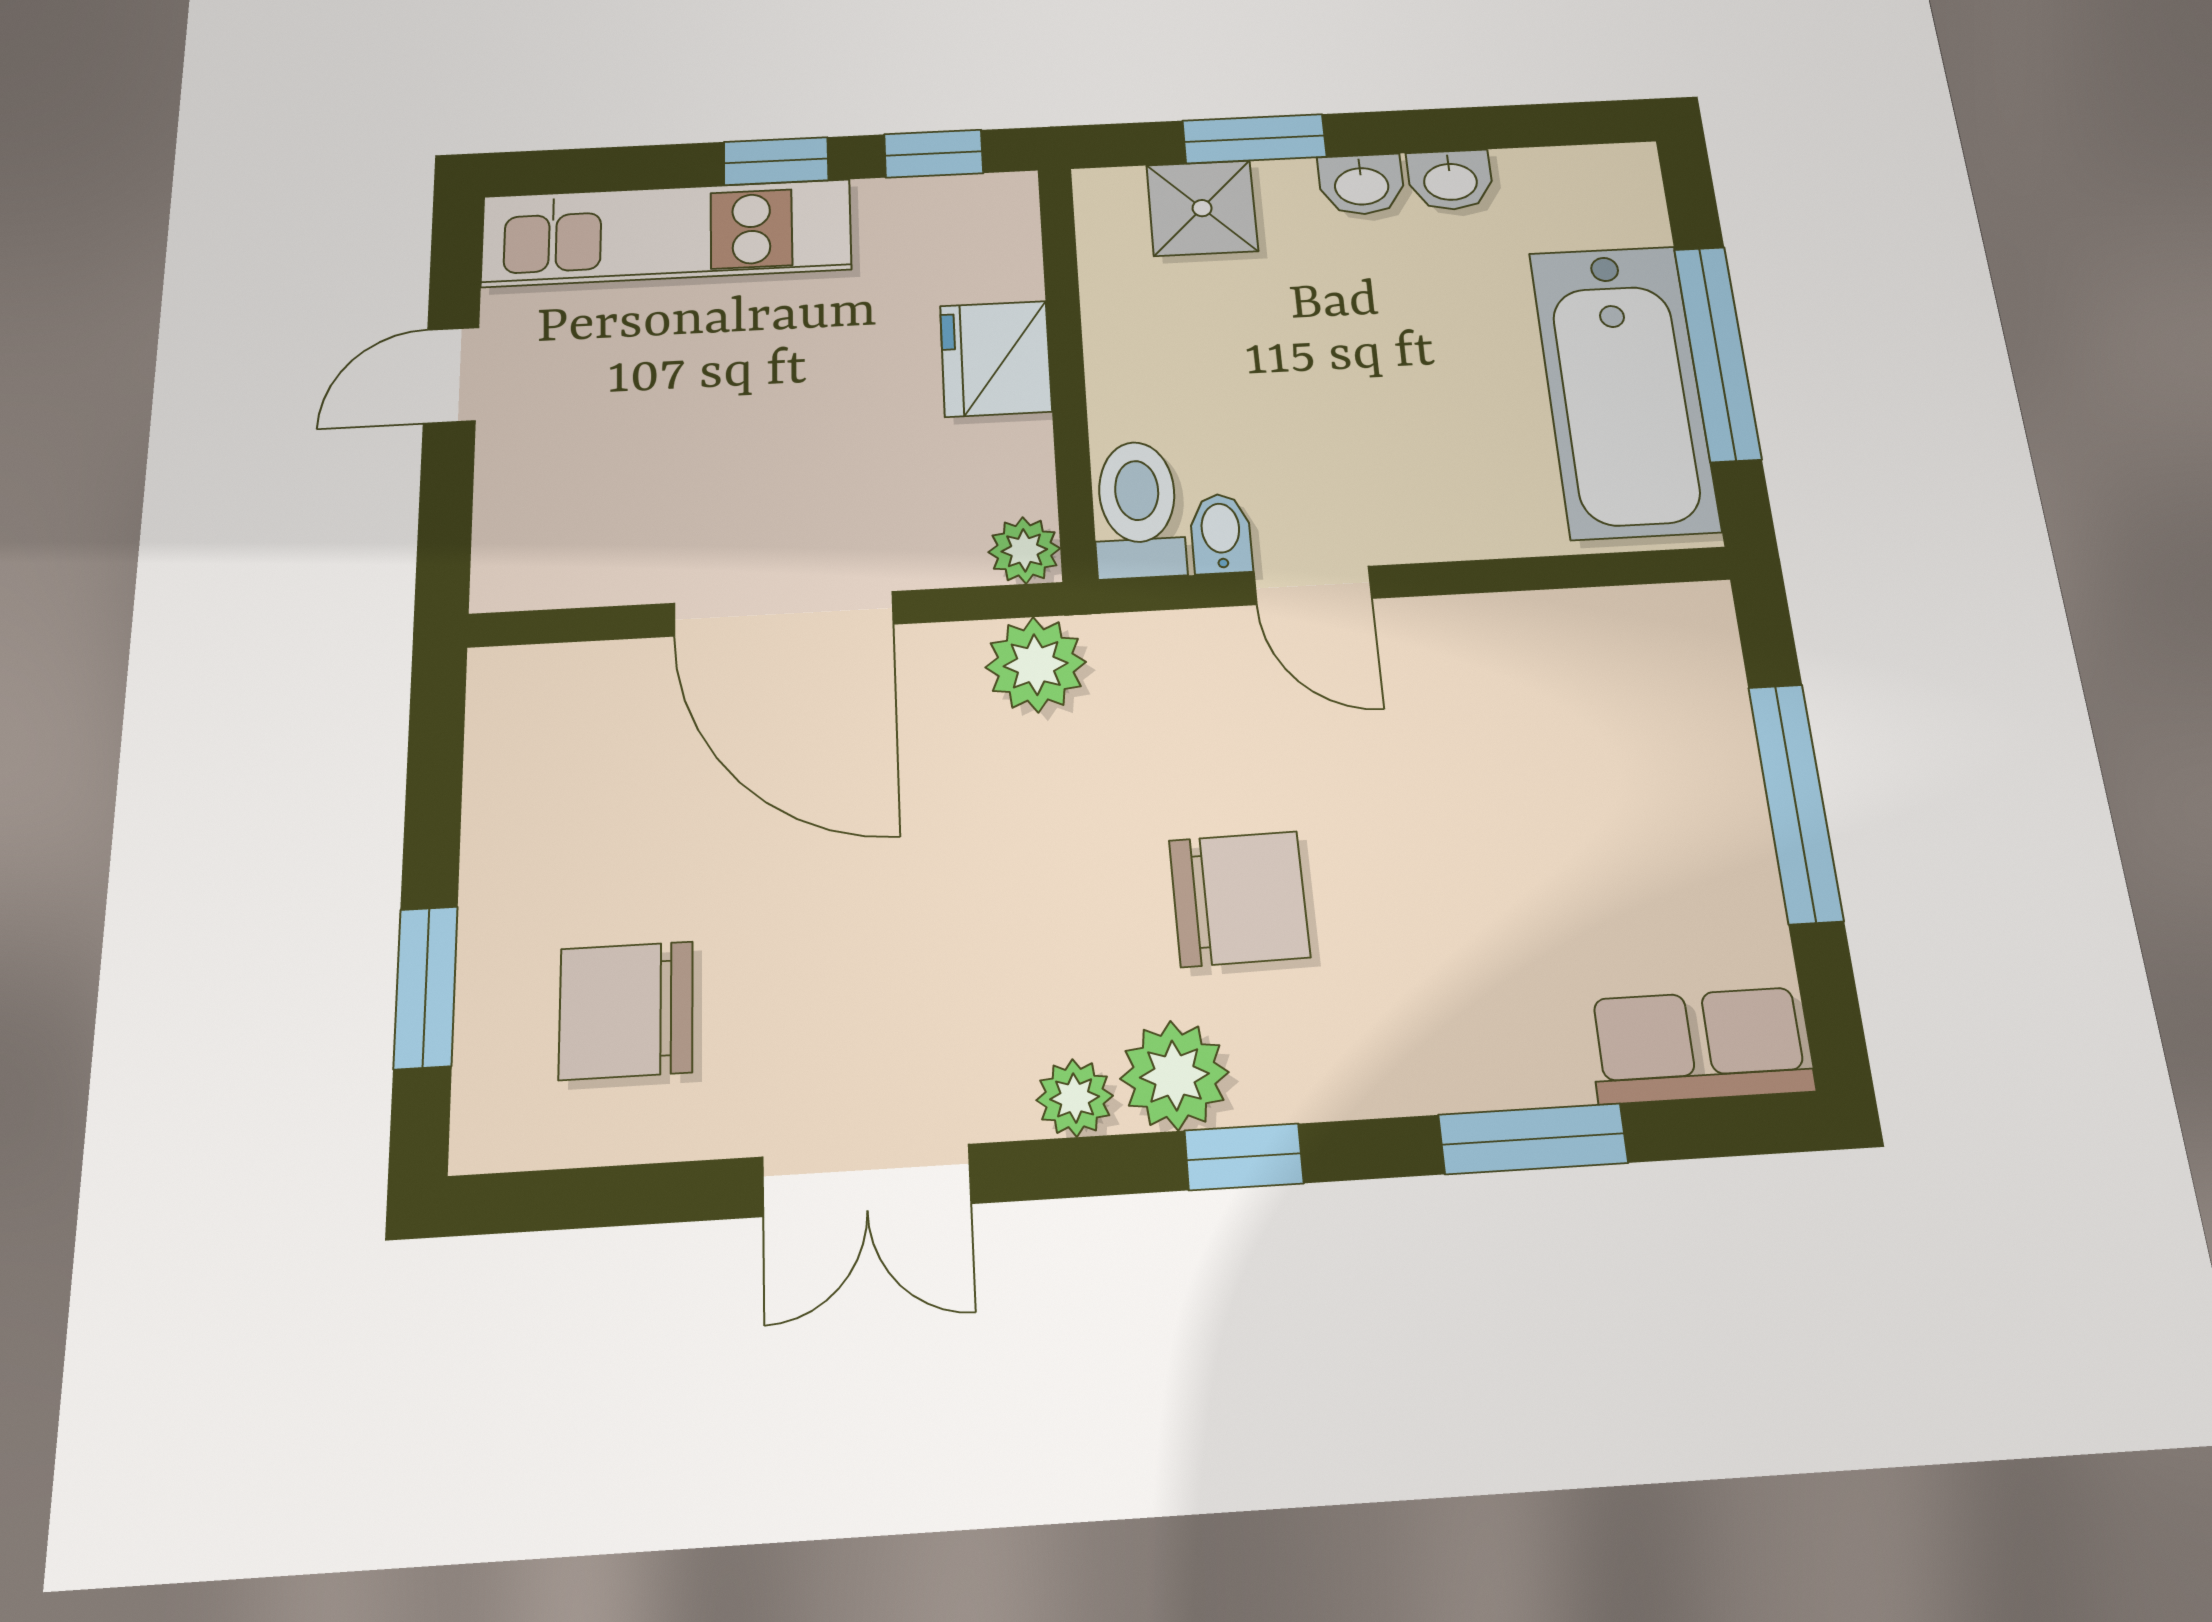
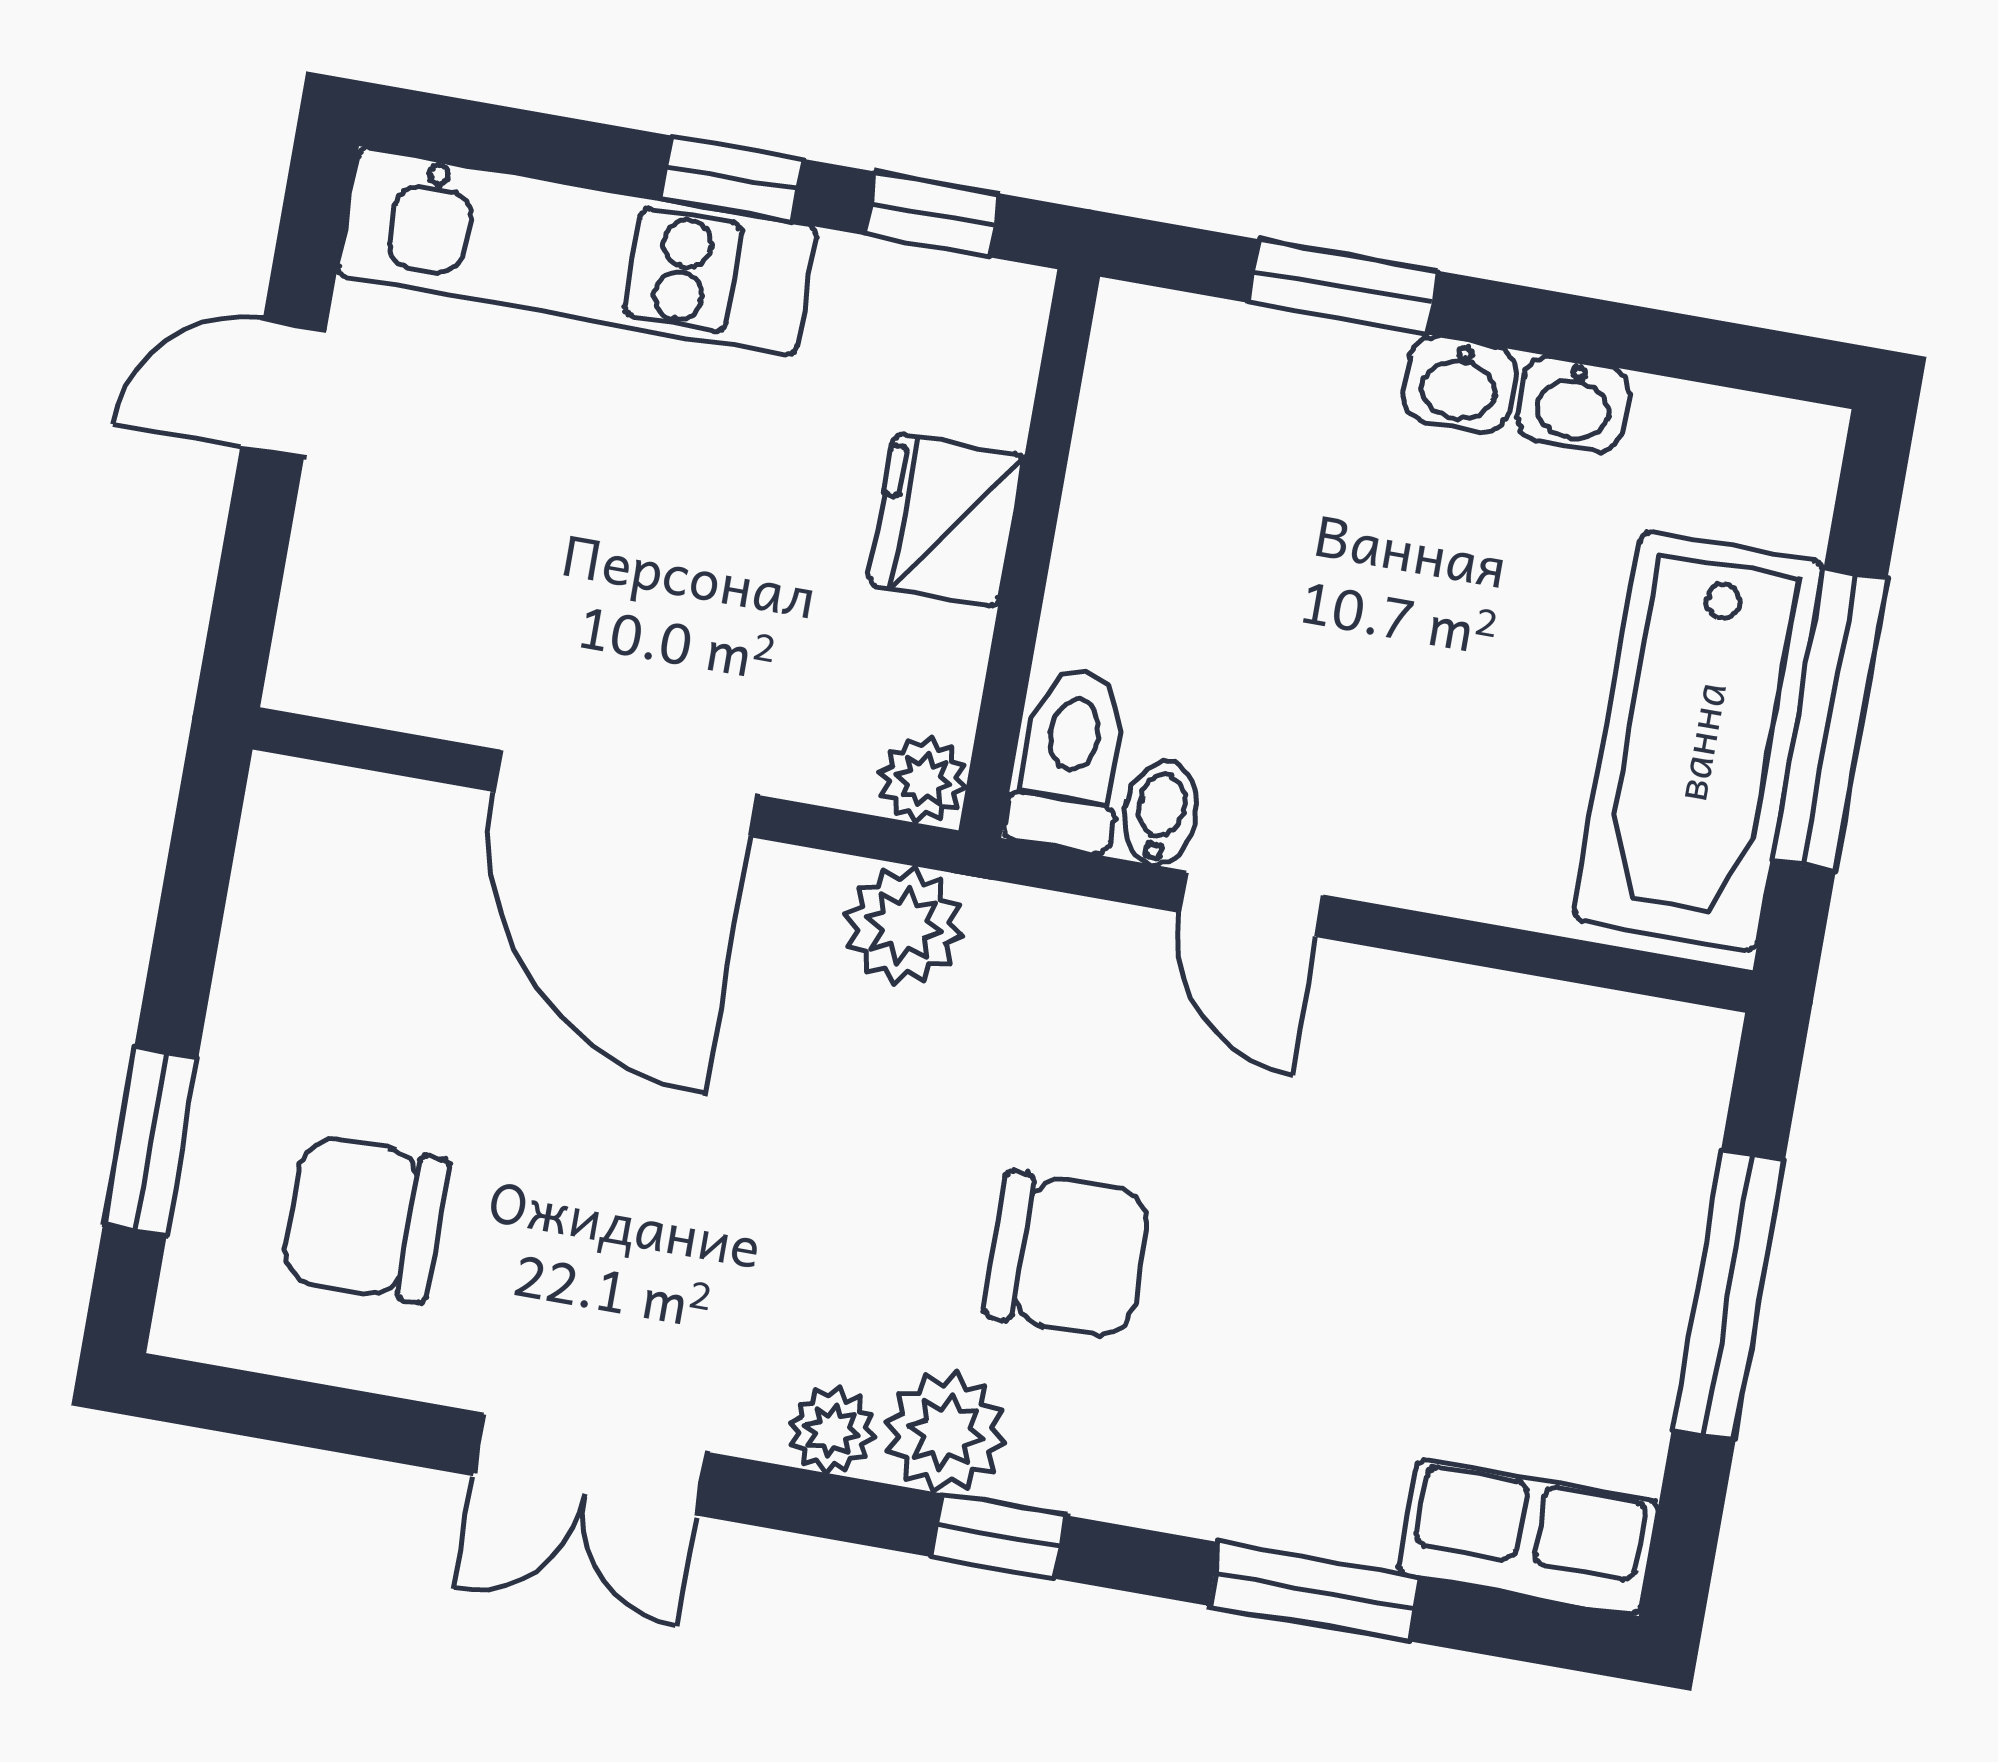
shower: (1202, 208) -> (1251, 371), removed

